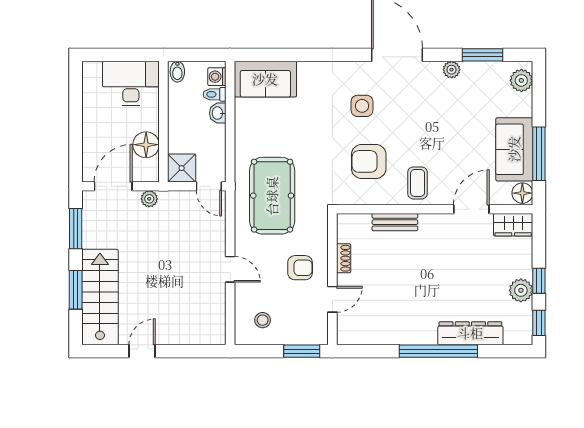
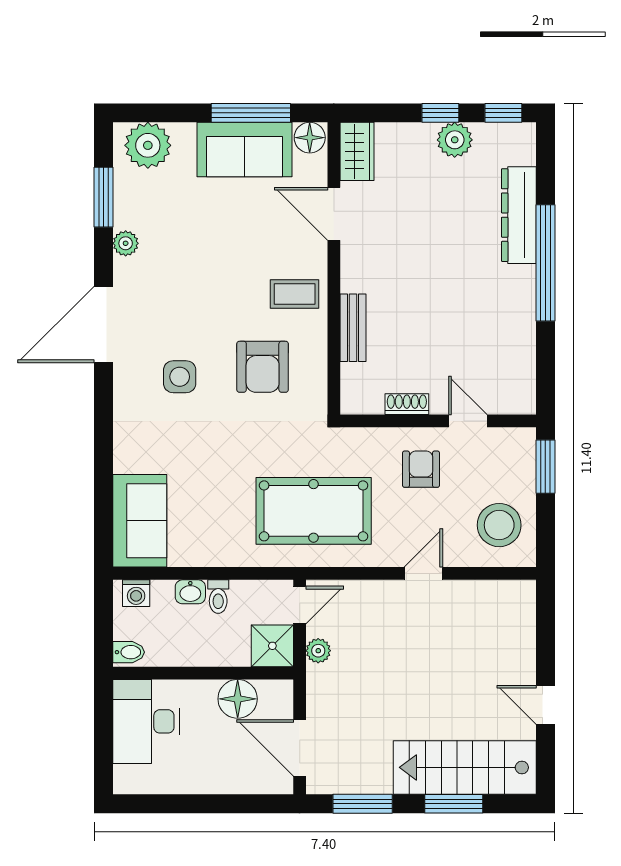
plant: (521, 80) -> (148, 145), width x1.36, depth x1.36
toilet: (215, 94) -> (218, 597), moved
plant: (149, 199) -> (318, 651), moved
stool: (263, 320) -> (499, 525), width x1.89, depth x1.89

